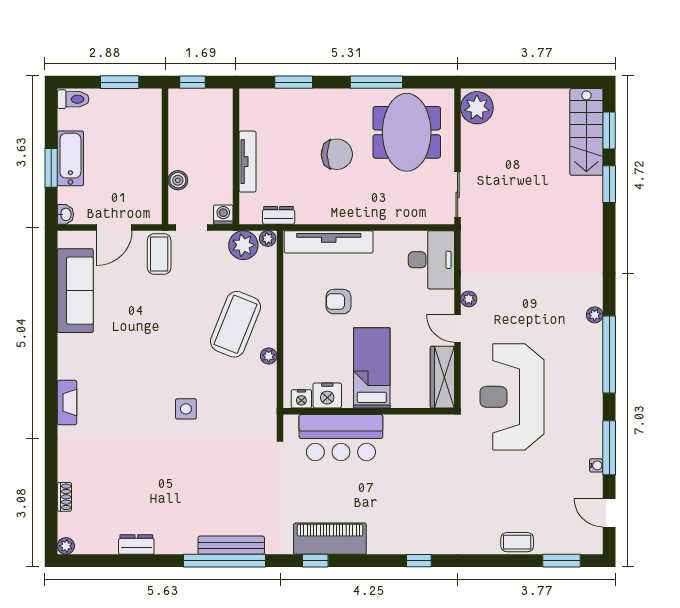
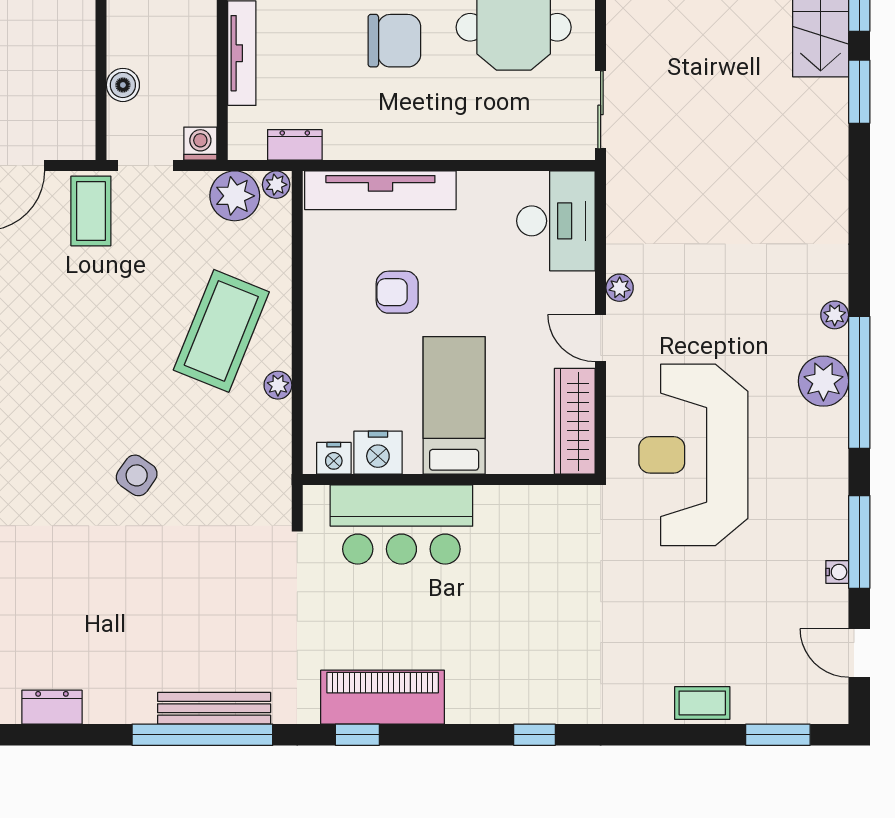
plant: (588, 354) -> (823, 381), added
side table: (186, 409) -> (137, 475), turned 35

